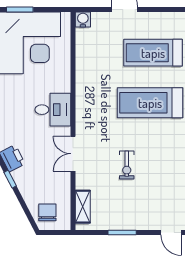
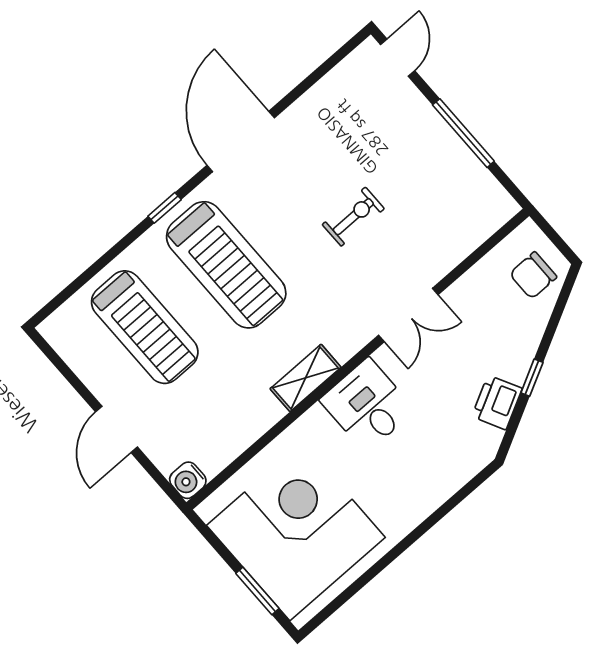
shelving: (83, 207) -> (306, 378), moved
window: (122, 232) -> (463, 133), width x1.44

